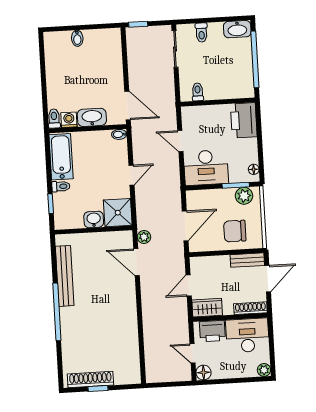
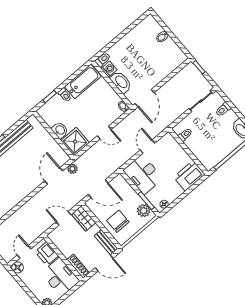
wardrobe: (207, 308) -> (84, 218), moved, turned 180

